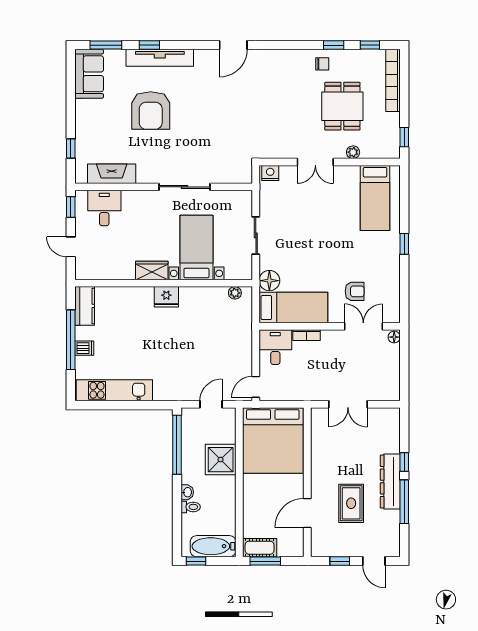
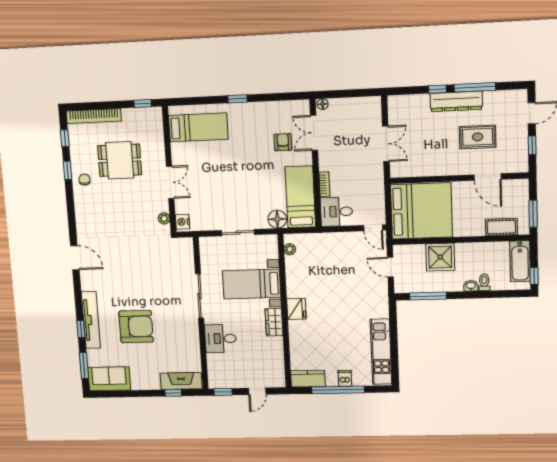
plant: (353, 152) -> (164, 218), moved
fireplace: (112, 174) -> (181, 381), moved, turned 90
desk: (104, 208) -> (221, 339), moved
window: (177, 445) -> (428, 296), width x0.68
cot: (260, 548) -> (501, 227), moved, turned 90

